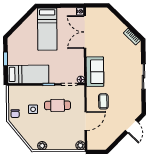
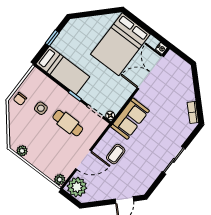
bed: (47, 29) -> (120, 44), width x1.50
plant: (95, 142) -> (77, 187), added

